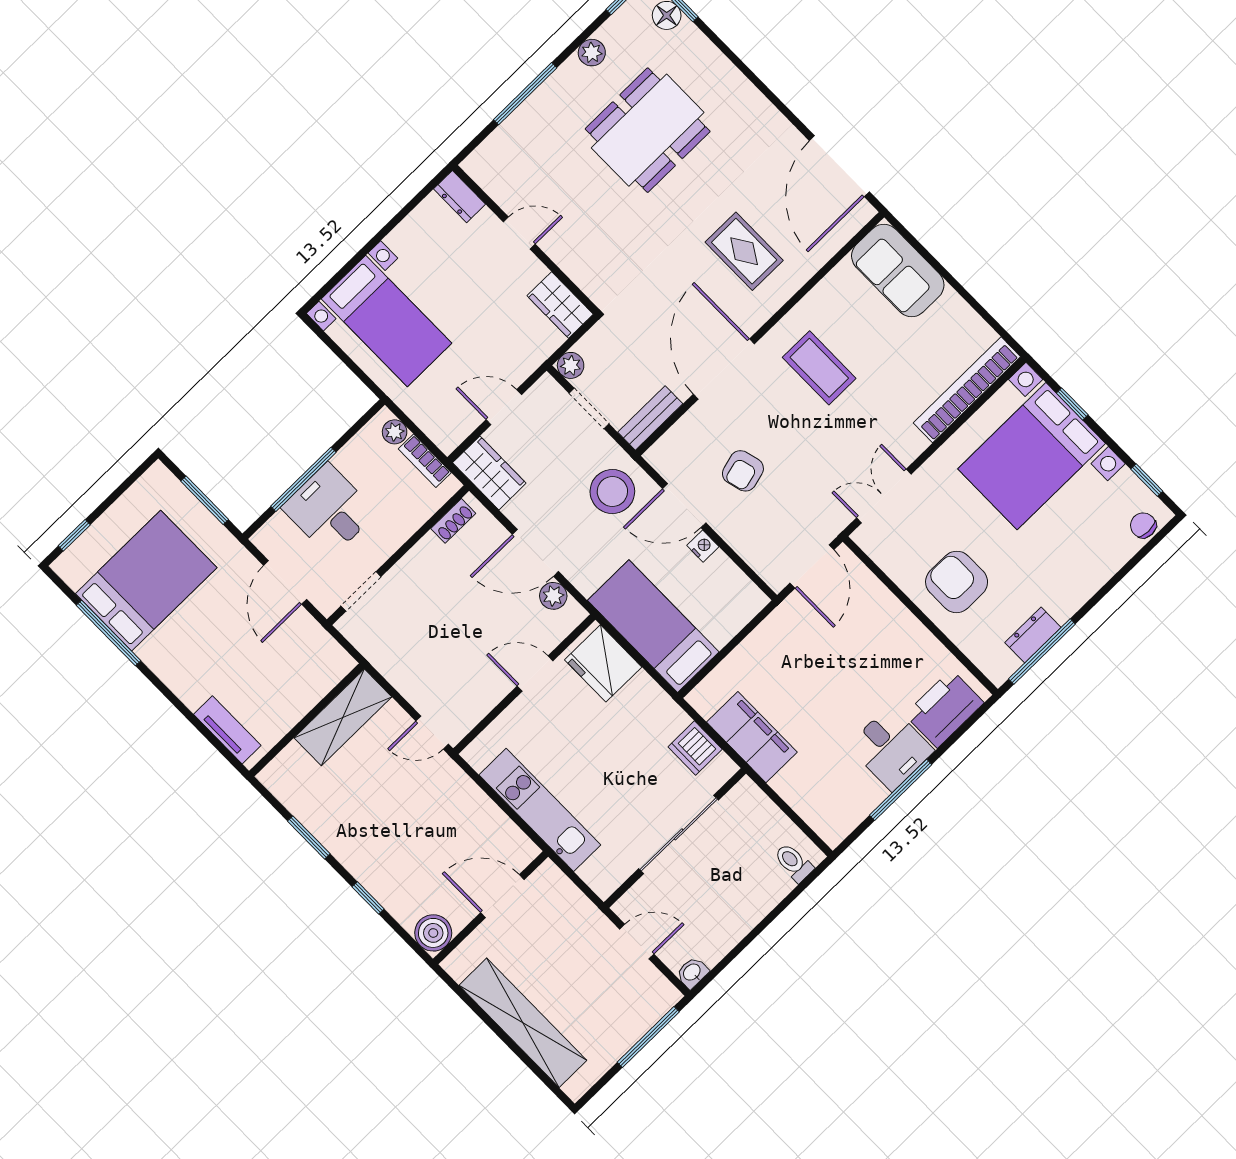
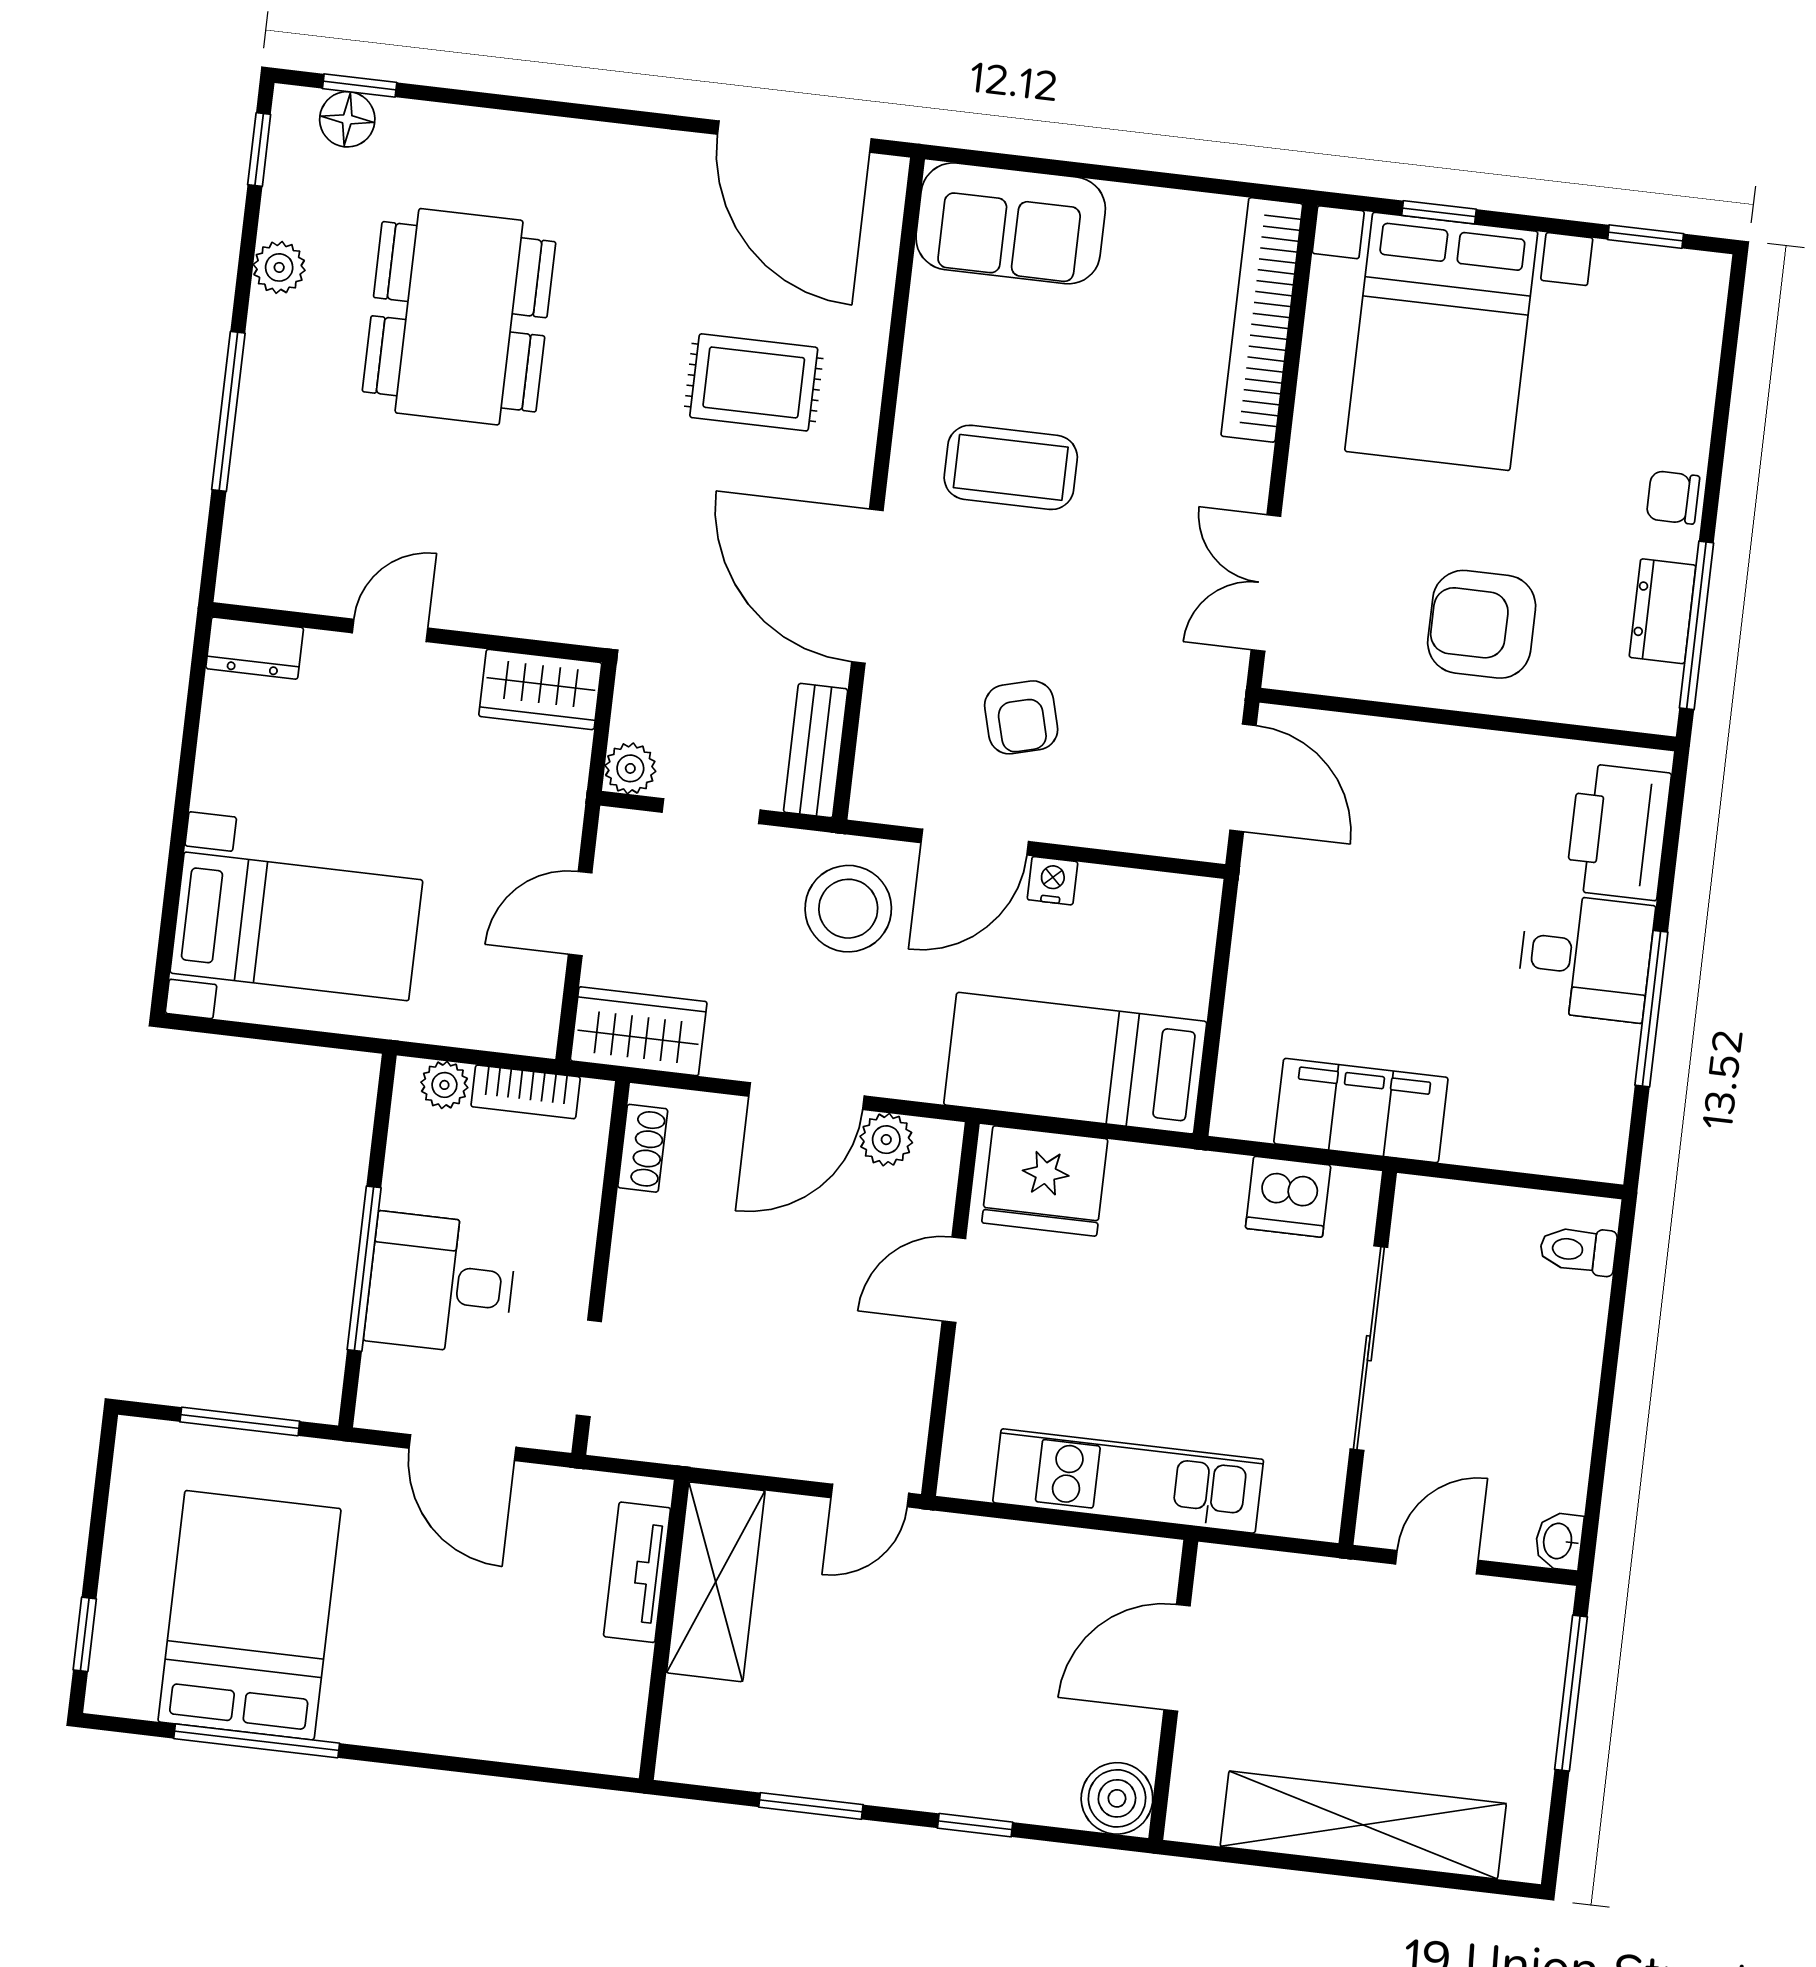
chair: (1143, 525) -> (1673, 497), moved
tv unit: (227, 730) -> (637, 1572), moved, turned -90

